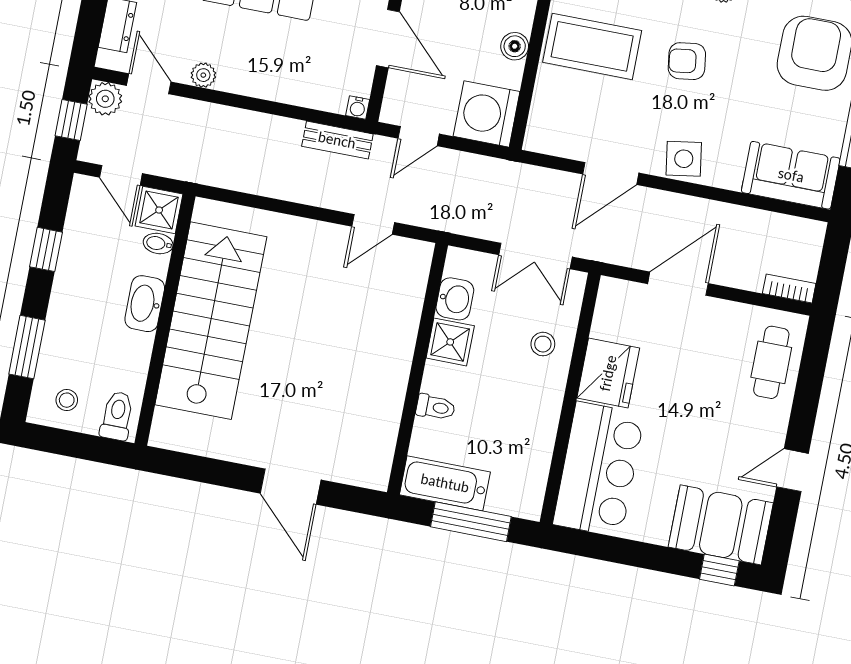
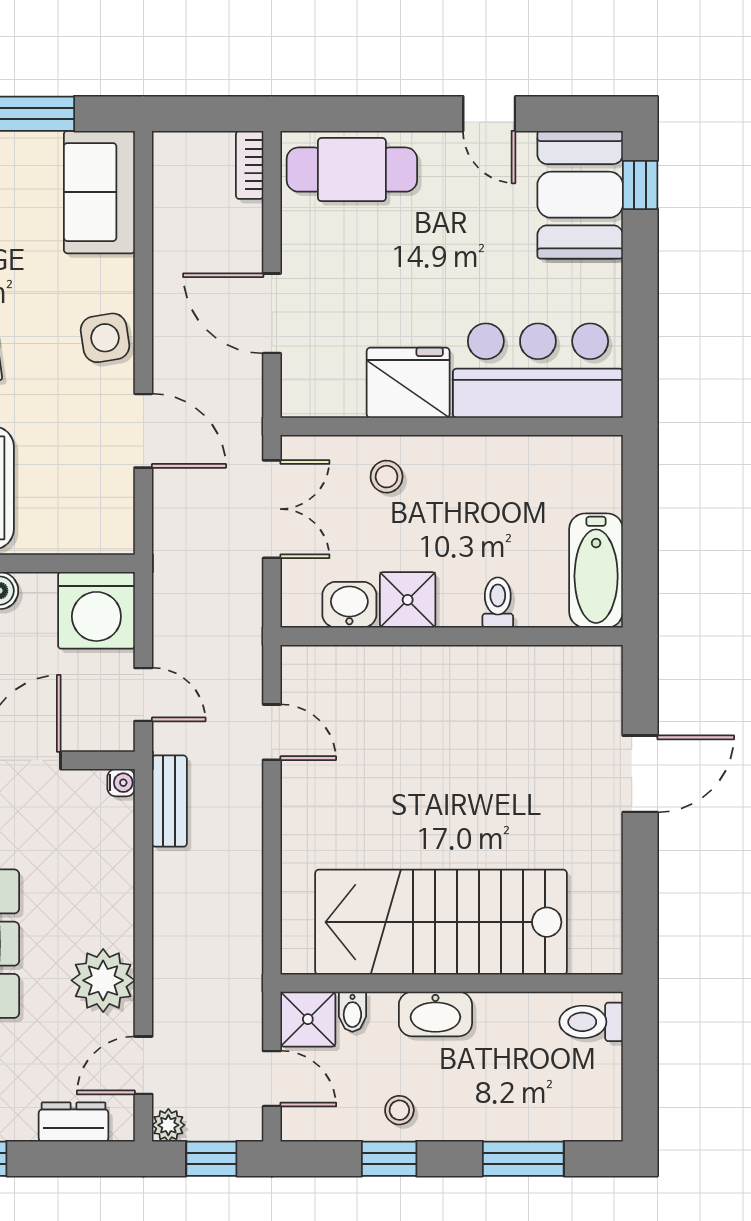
plant: (203, 75) -> (103, 980), width x1.88, depth x1.88
plant: (105, 99) -> (168, 1125), width x0.73, depth x0.73
door: (121, 175) -> (272, 1079), hinge flipped
cafe table: (771, 362) -> (352, 170), width x1.37, depth x1.35
stool: (67, 400) -> (399, 1110), moved
window: (471, 522) -> (640, 526), removed

